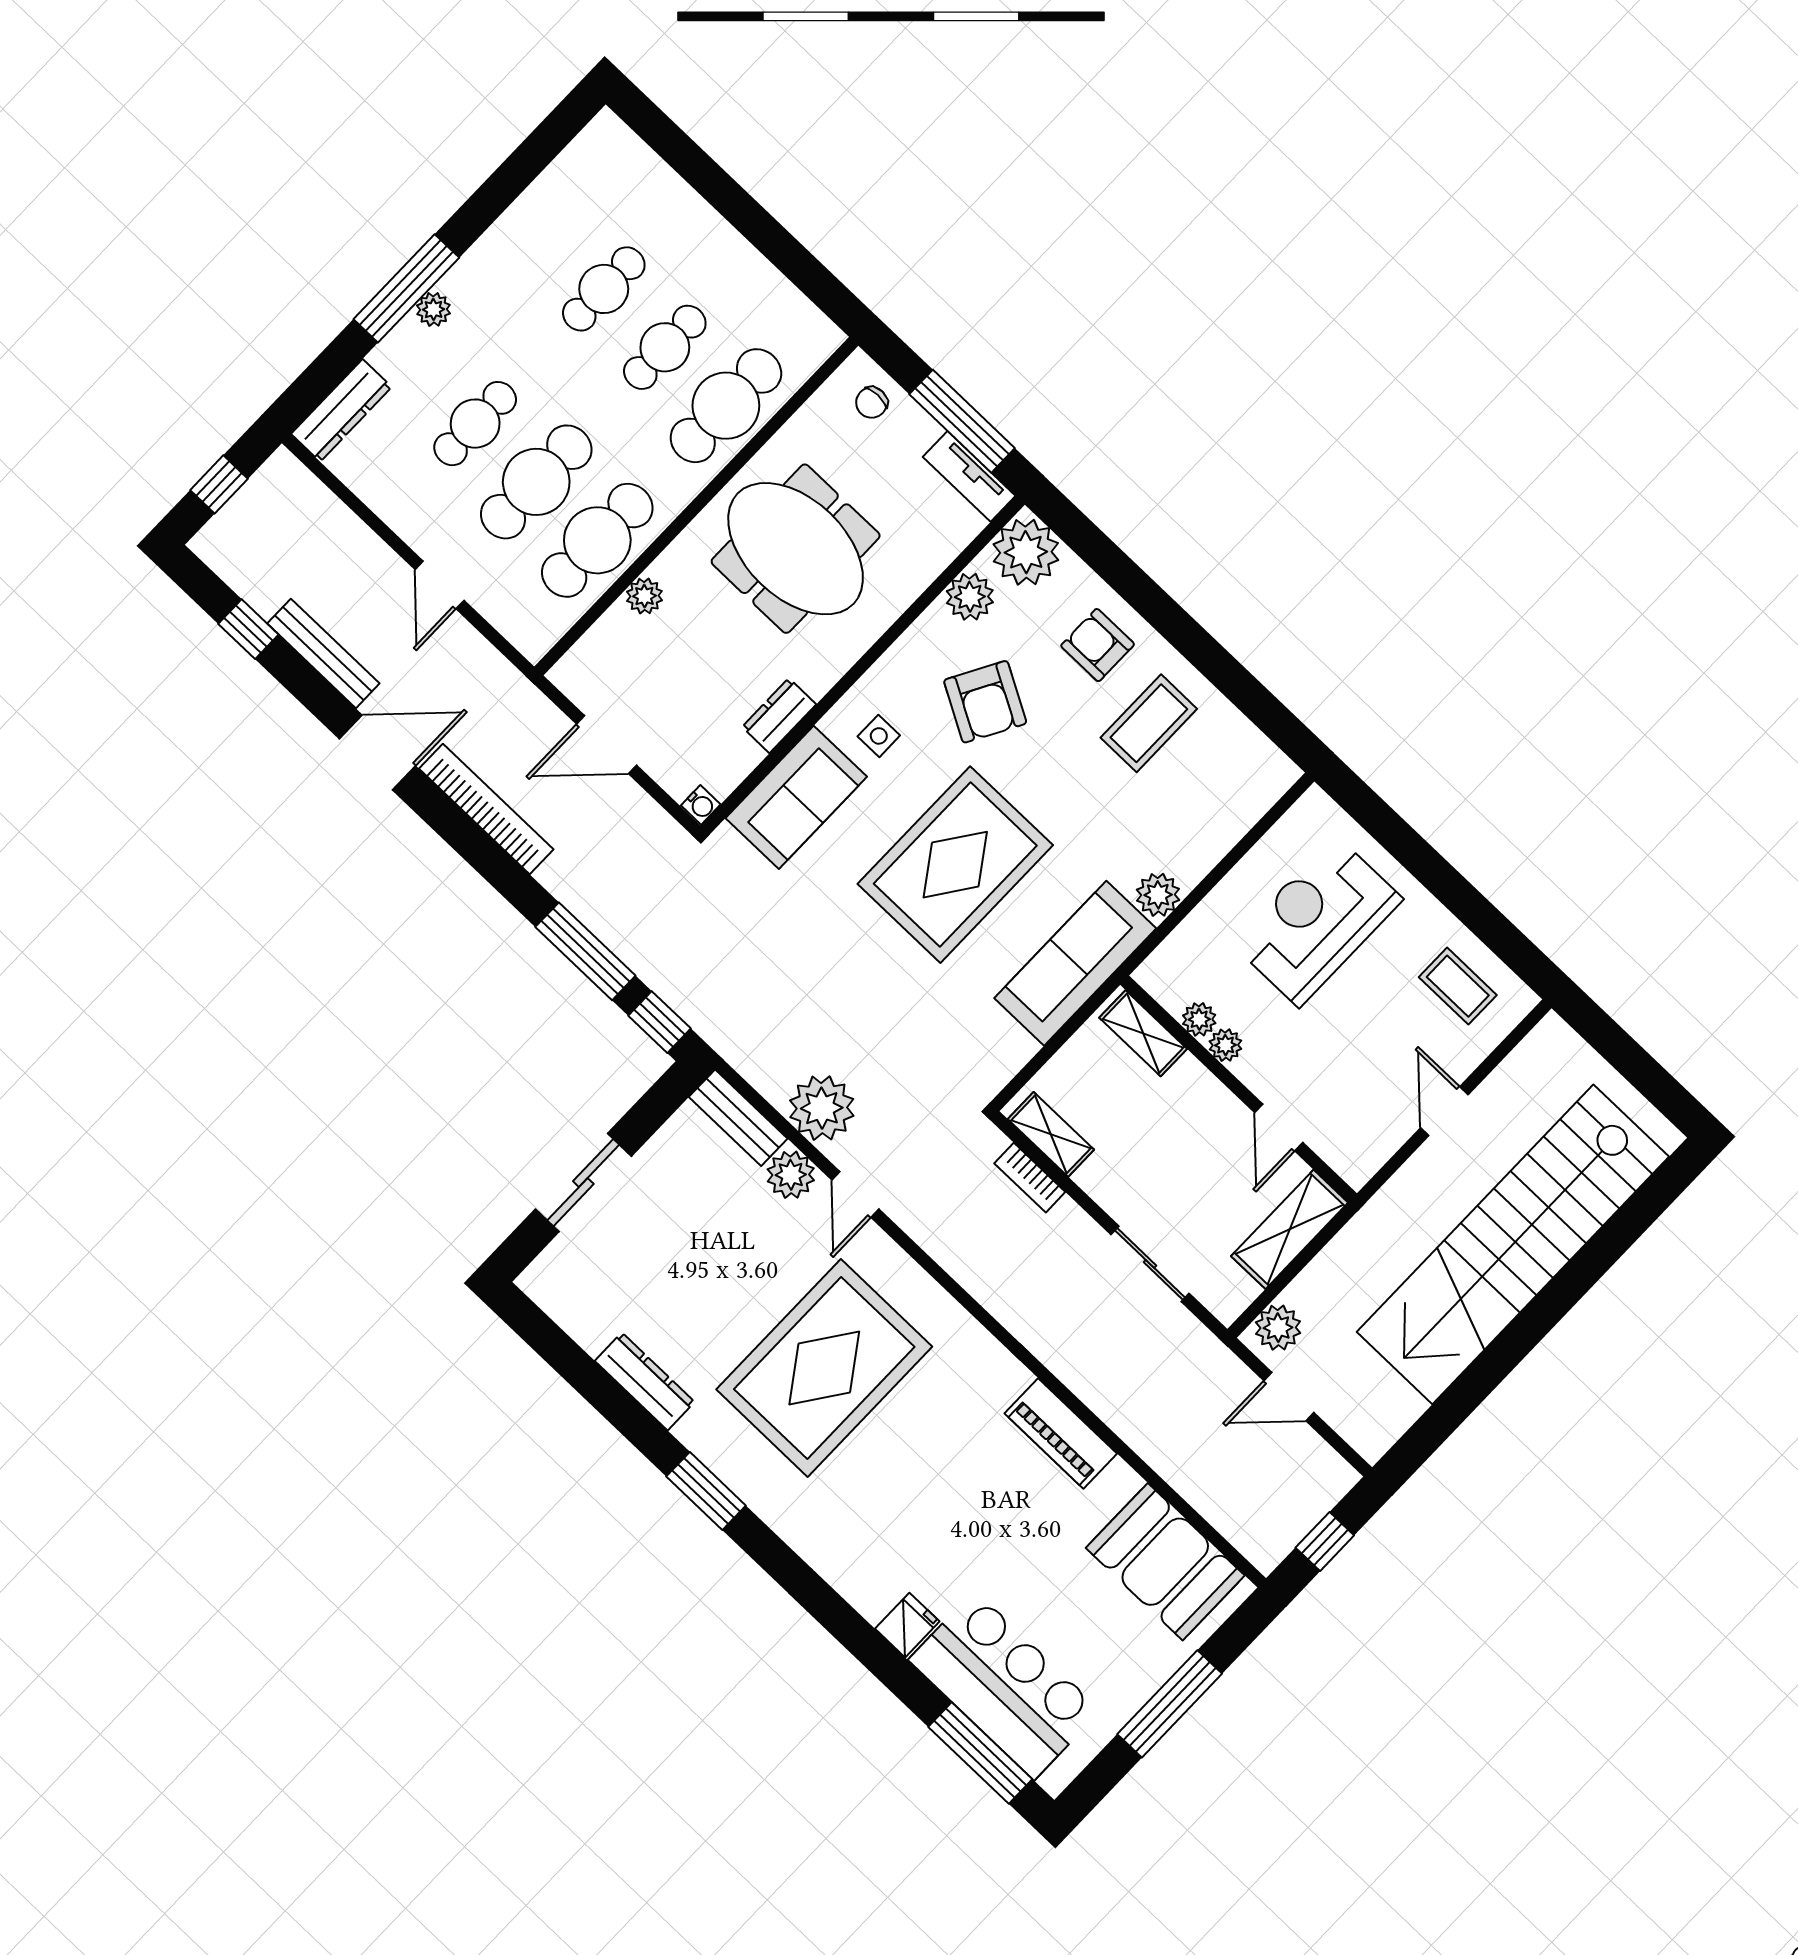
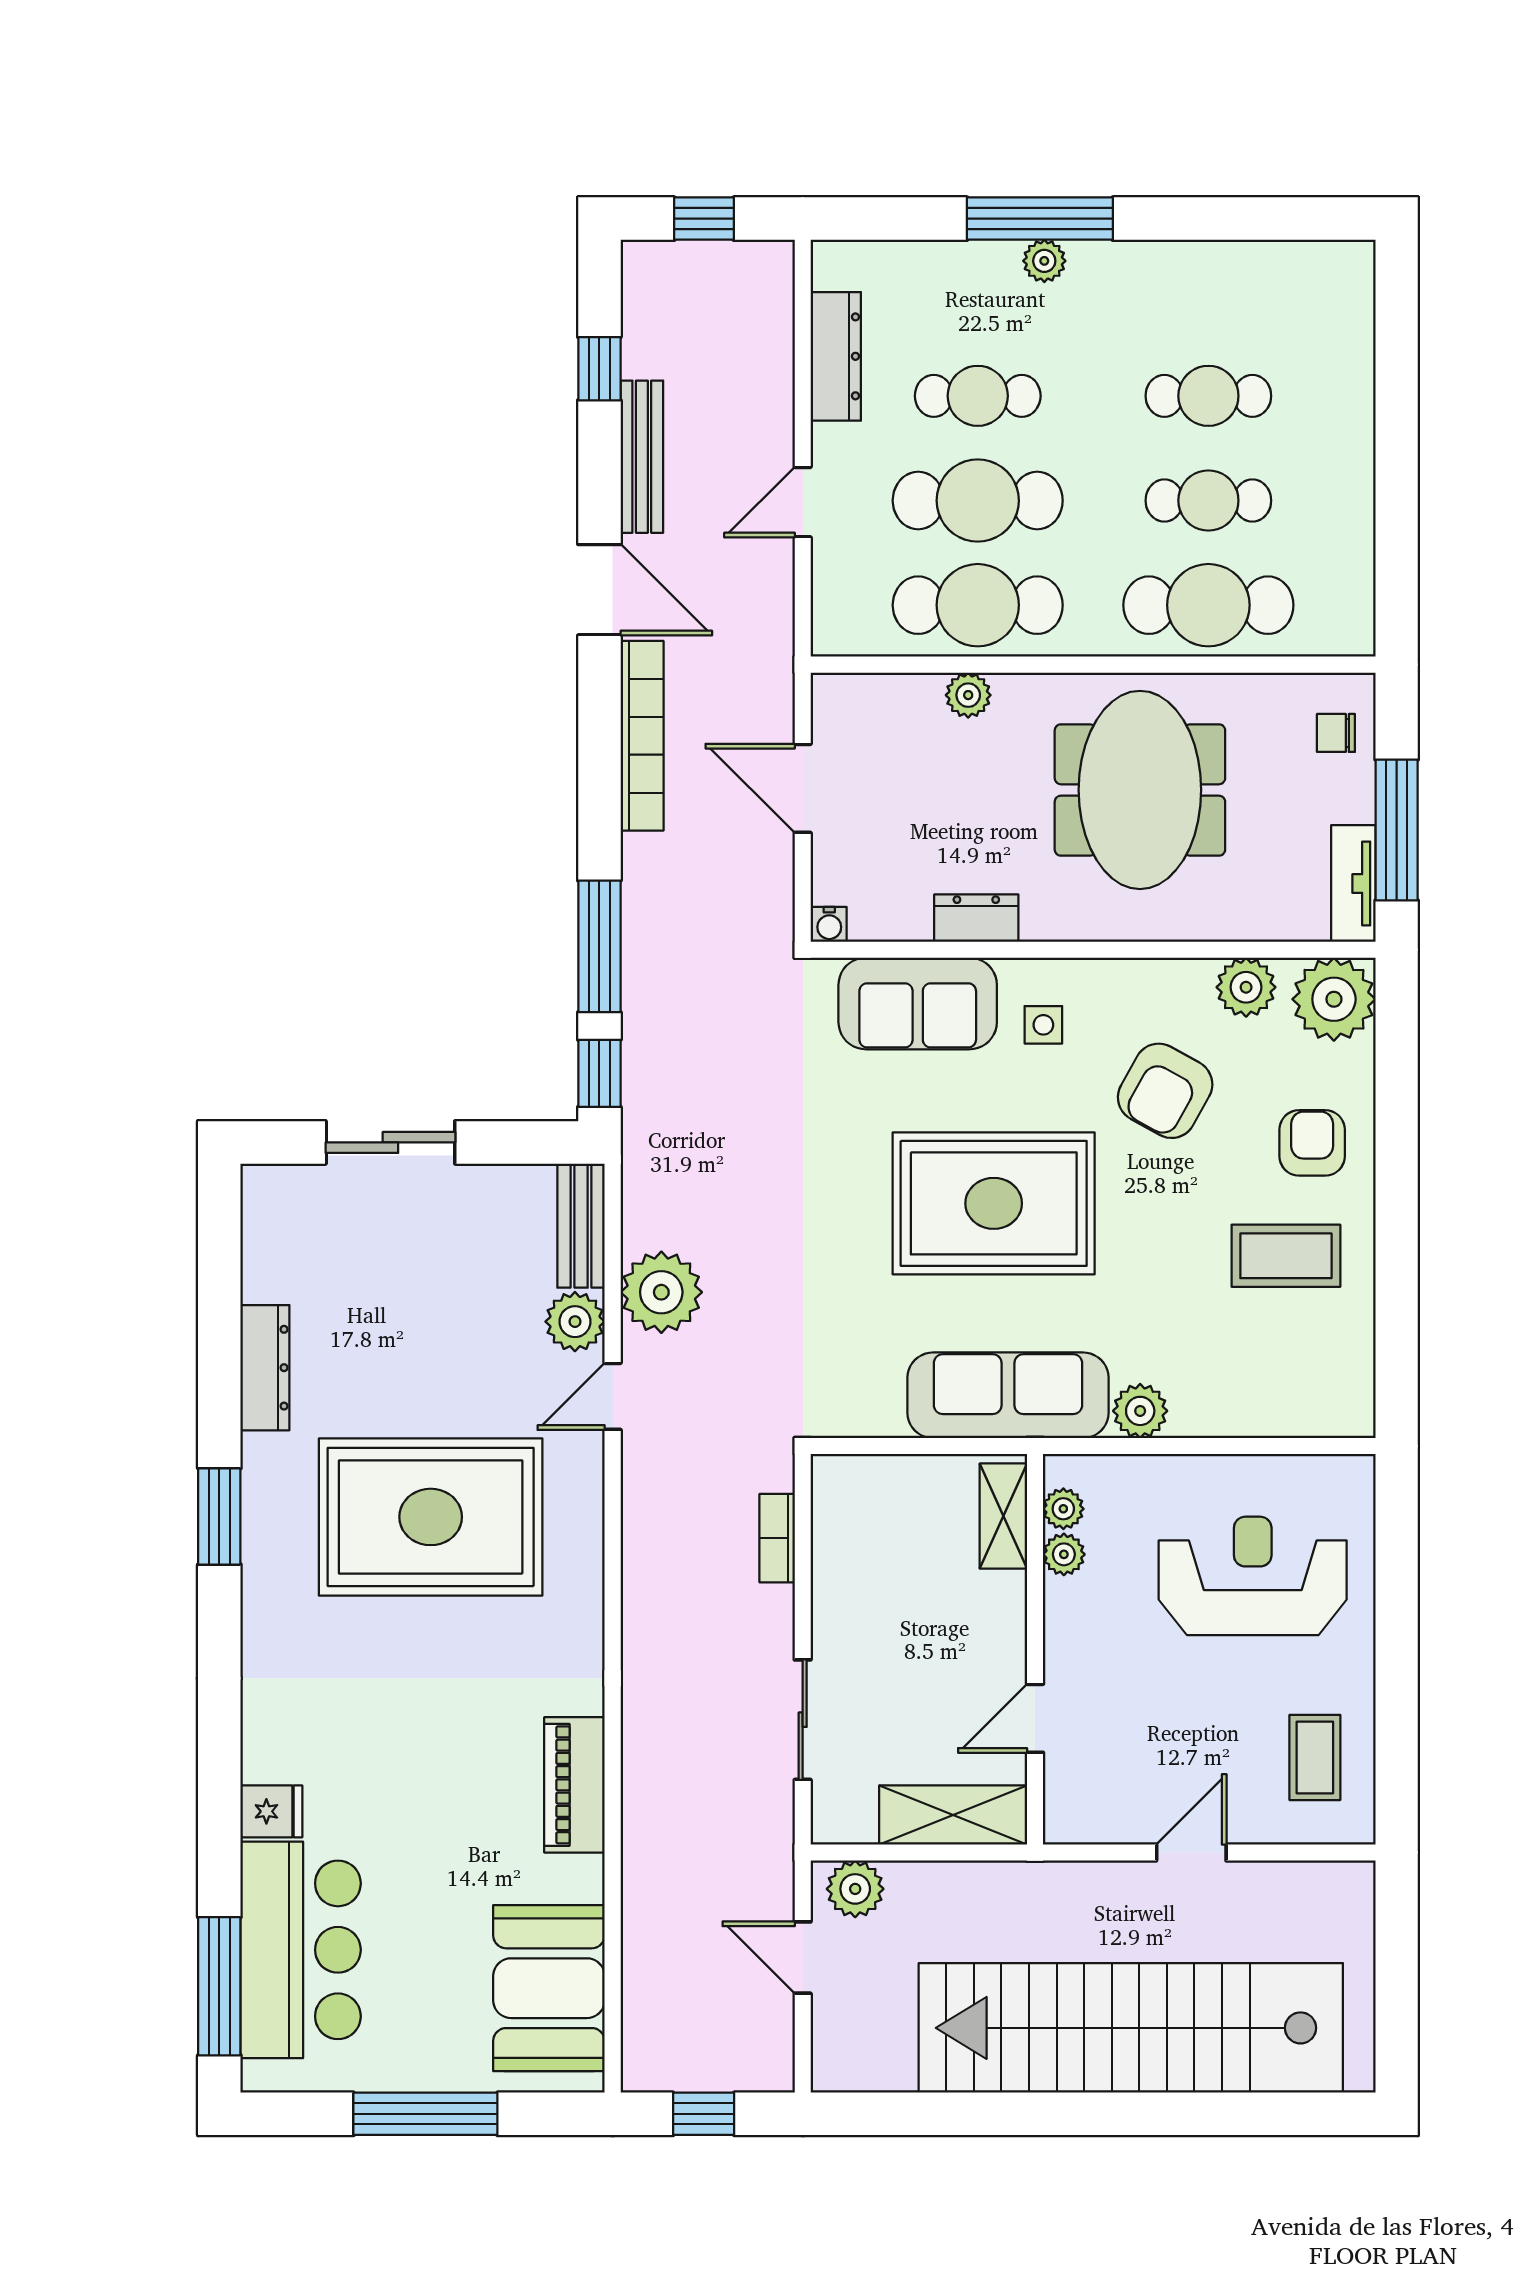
dresser: (341, 410) -> (836, 356), moved, turned -90
plant: (1225, 1045) -> (1063, 1509), moved
shelving: (1051, 1134) -> (834, 1520), removed

